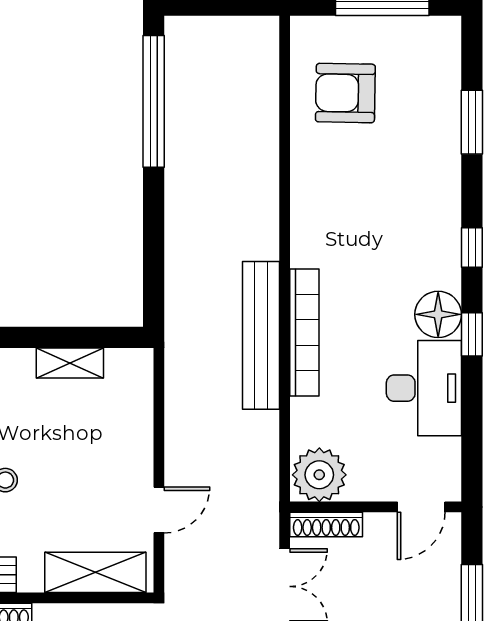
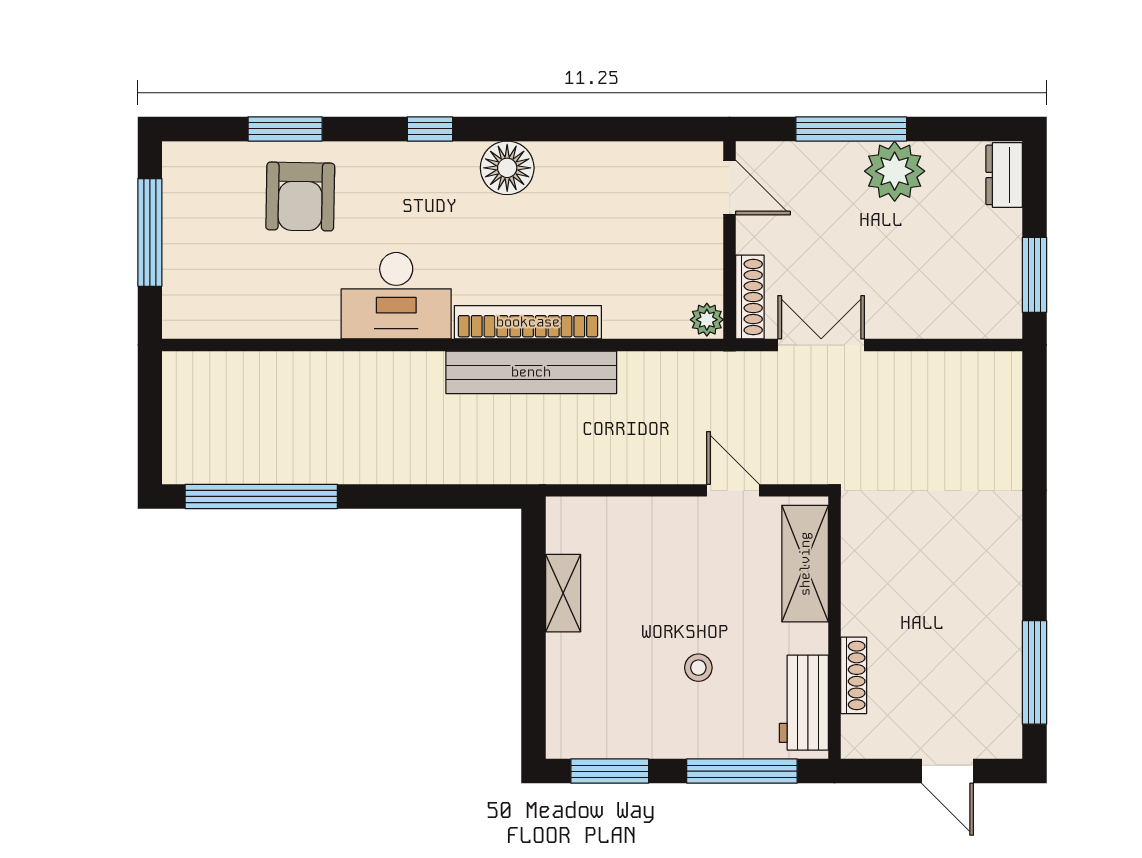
armchair: (345, 93) -> (300, 197), moved
window: (472, 334) -> (530, 129), removed
desk: (424, 388) -> (396, 296), moved, turned 180
plant: (319, 475) -> (707, 320), width x0.53, depth x0.53

